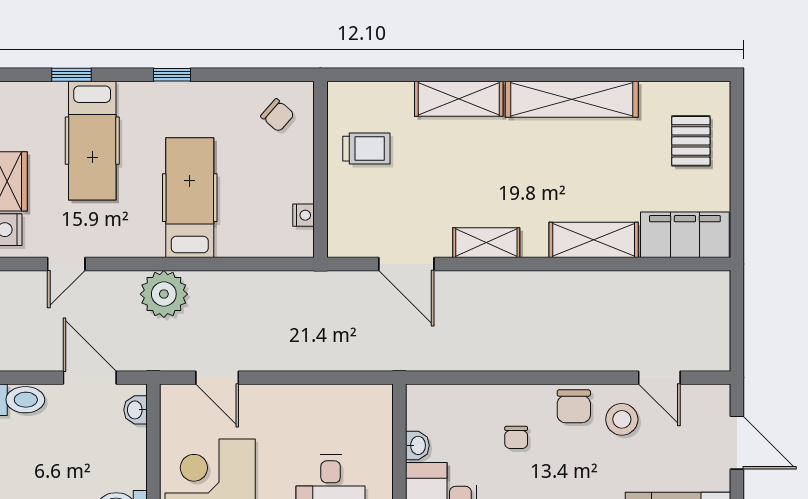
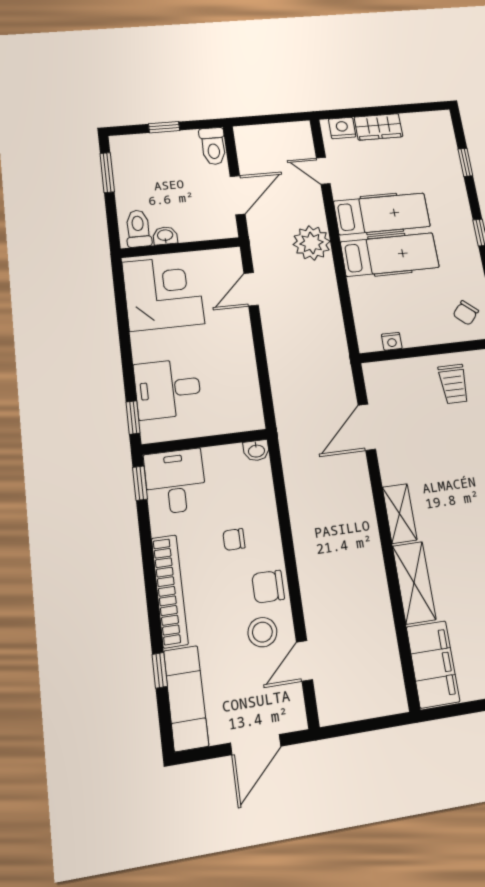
hospital bed: (92, 141) -> (382, 214), moved, turned 180
shelving: (486, 243) -> (400, 514), moved
washbasin: (135, 410) -> (165, 236), moved
washbasin: (417, 445) -> (256, 451), moved

